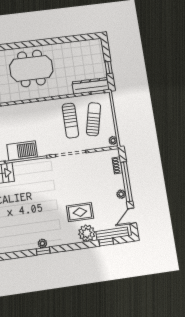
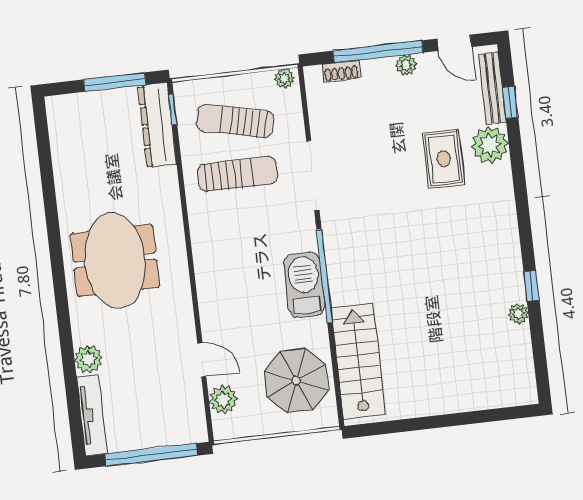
window: (109, 68) -> (115, 82), width x2.17
plant: (42, 243) -> (518, 314), moved
window: (43, 251) -> (531, 286), moved

